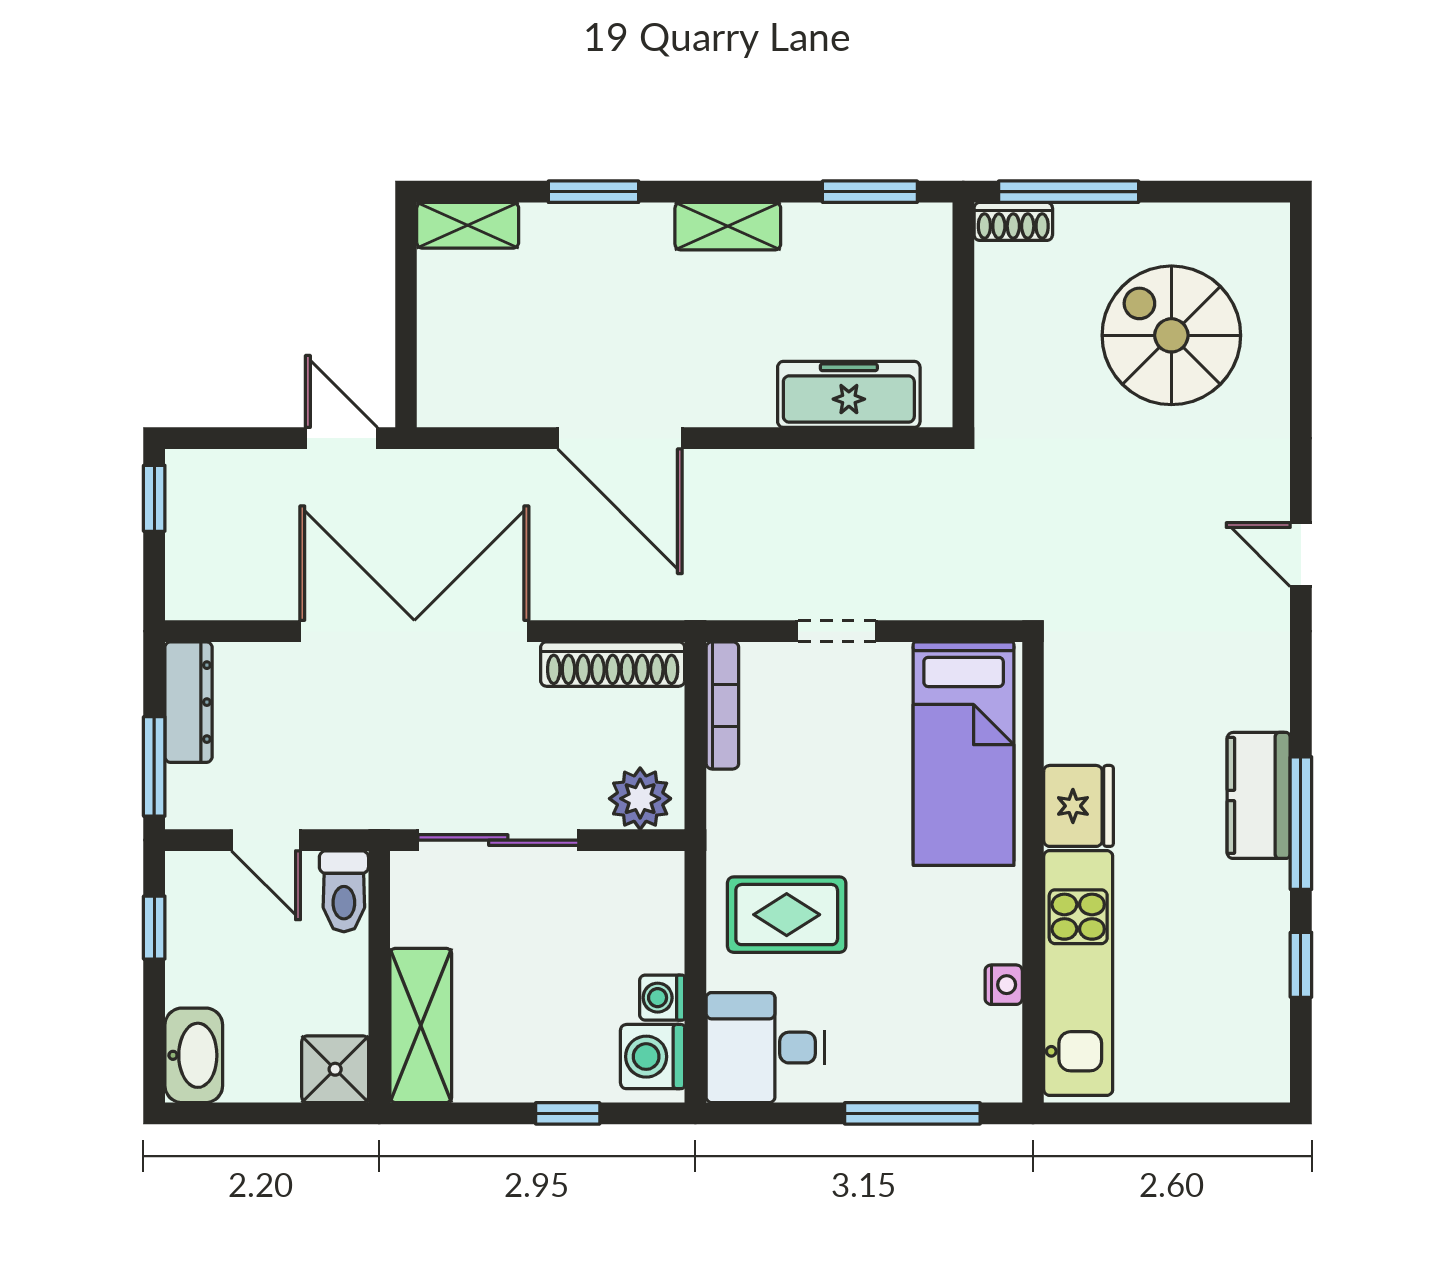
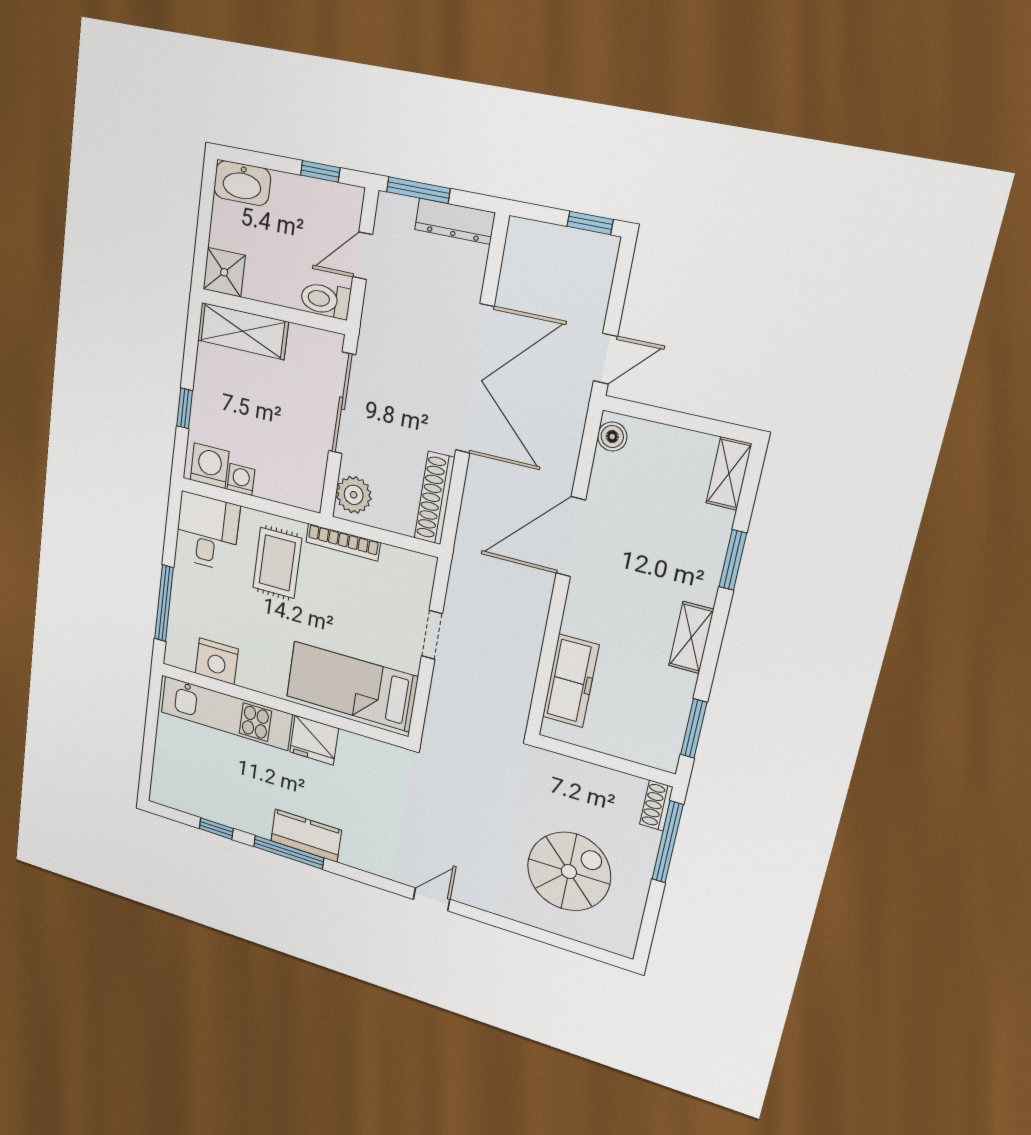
boiler: (453, 405) -> (612, 436), added
bookcase: (722, 705) -> (343, 542), moved
nightstand: (1004, 985) -> (217, 661), width x1.89, depth x1.79

